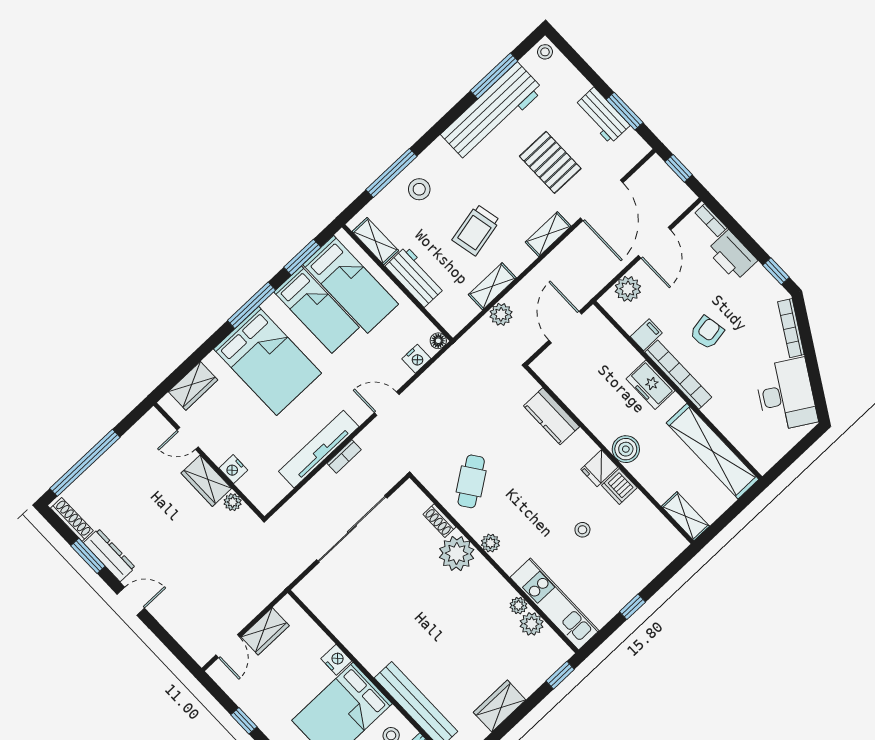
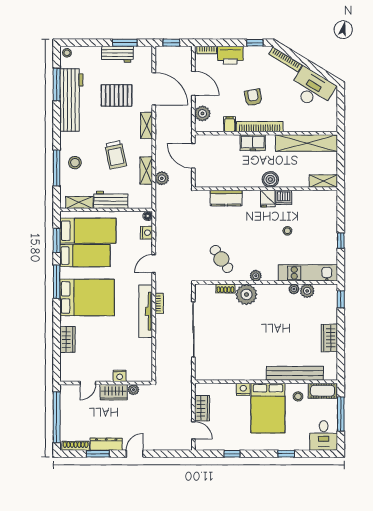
door: (188, 438) -> (88, 383), moved
wall: (209, 461) -> (106, 383), moved
nightstand: (233, 469) -> (120, 376), moved
wardrobe: (206, 481) -> (114, 392), moved
plant: (233, 502) -> (133, 390), moved

